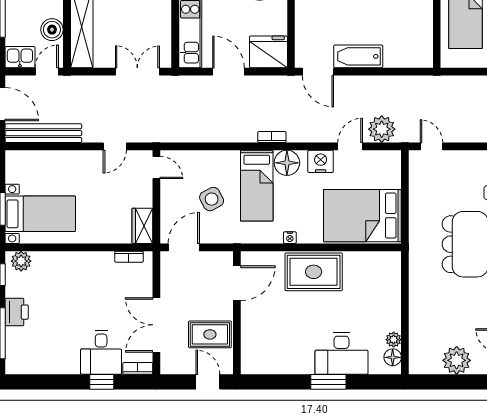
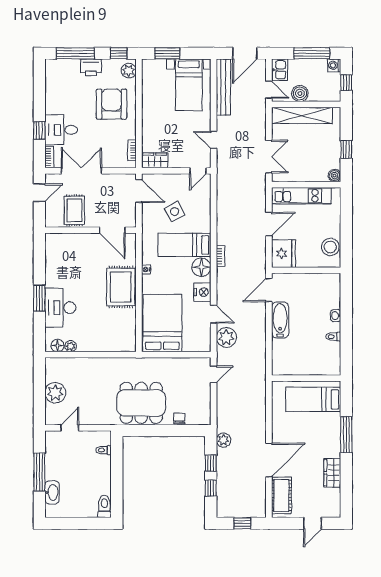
bed with nightstands: (40, 214) -> (189, 85), moved
armchair: (66, 284) -> (111, 104), added
door: (208, 382) -> (39, 193), moved

